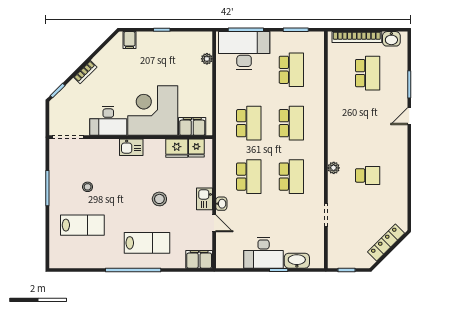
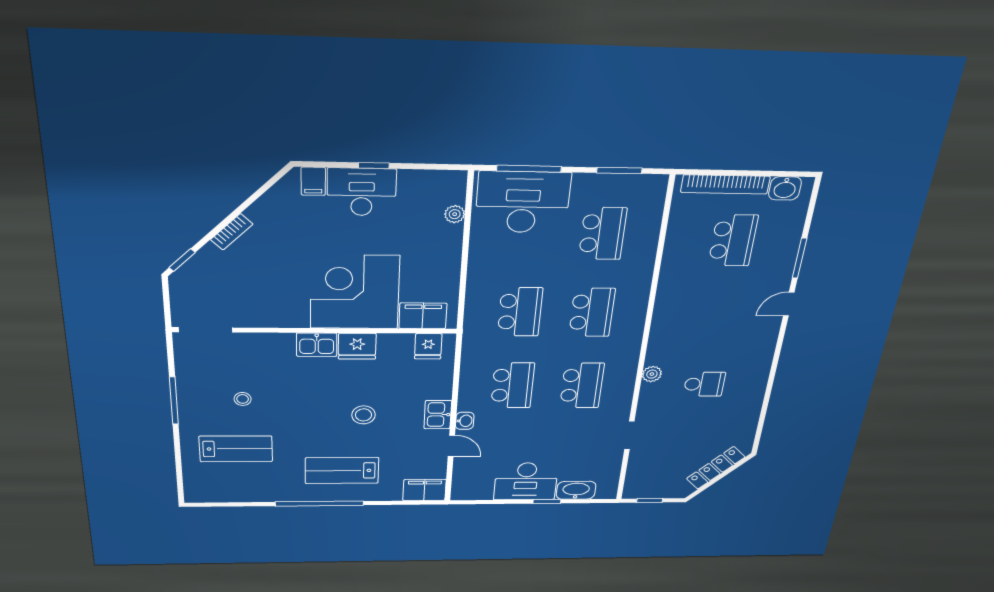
desk: (108, 121) -> (362, 192), moved, turned 180
fridge: (177, 148) -> (357, 346), moved
lab bench: (147, 243) -> (342, 471), turned 180

